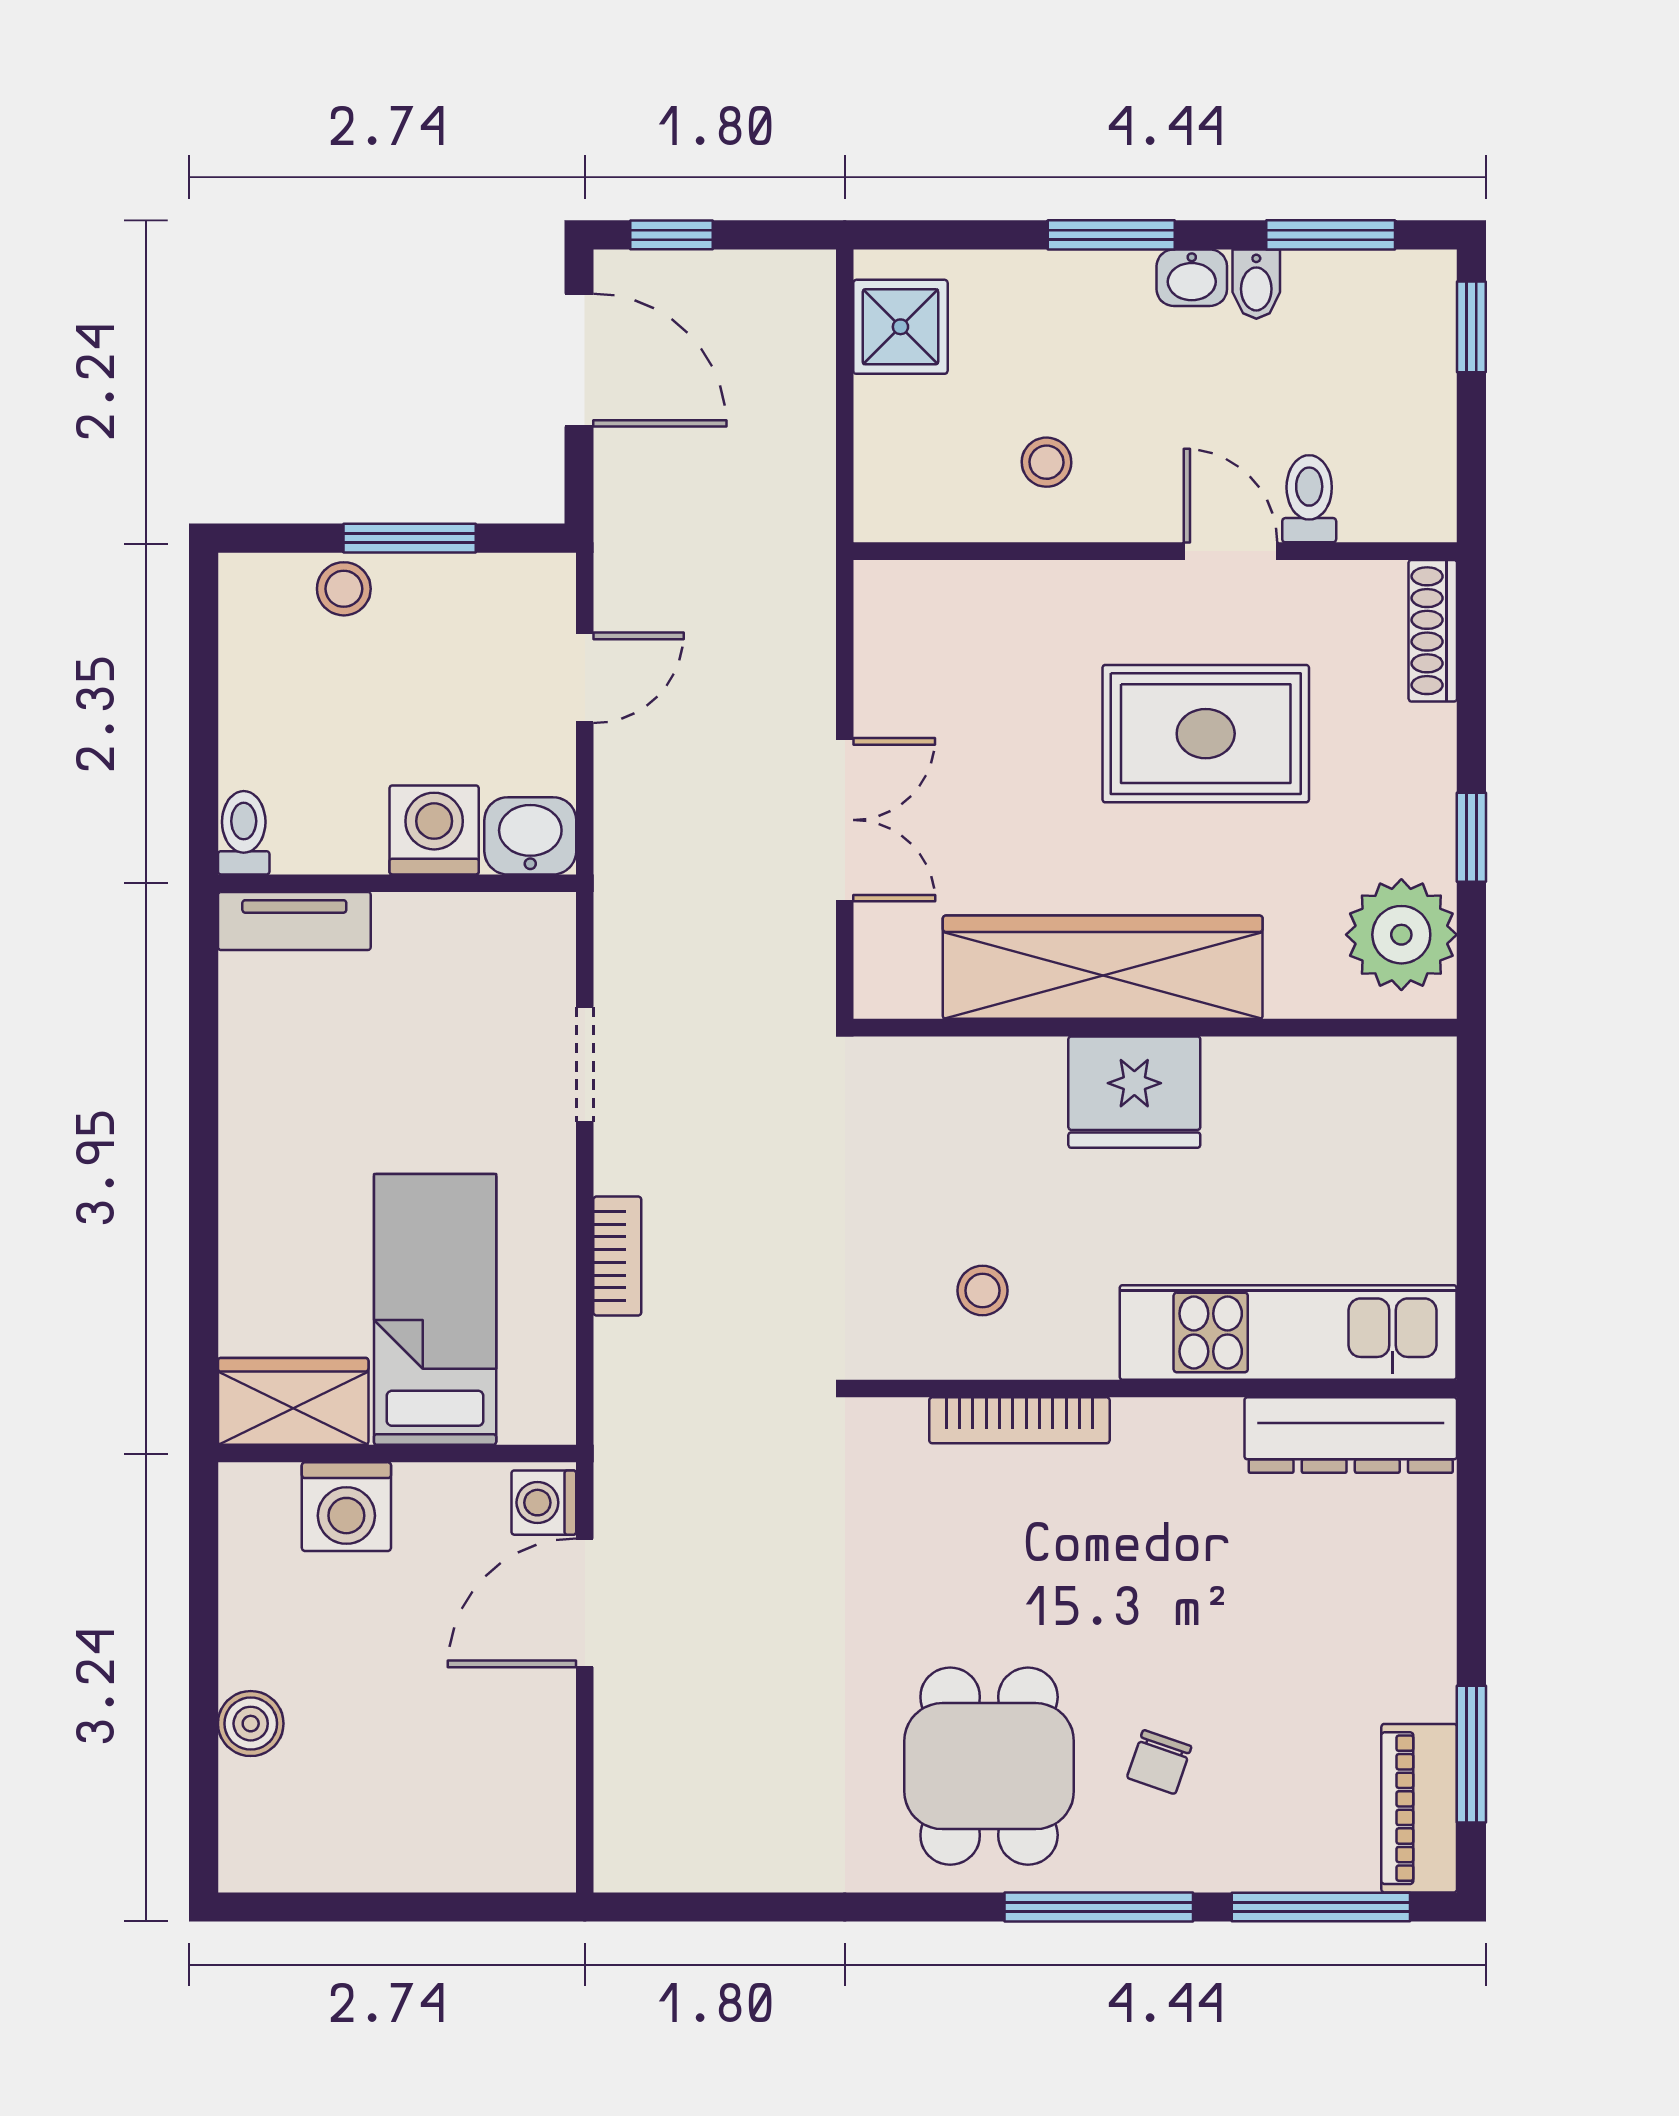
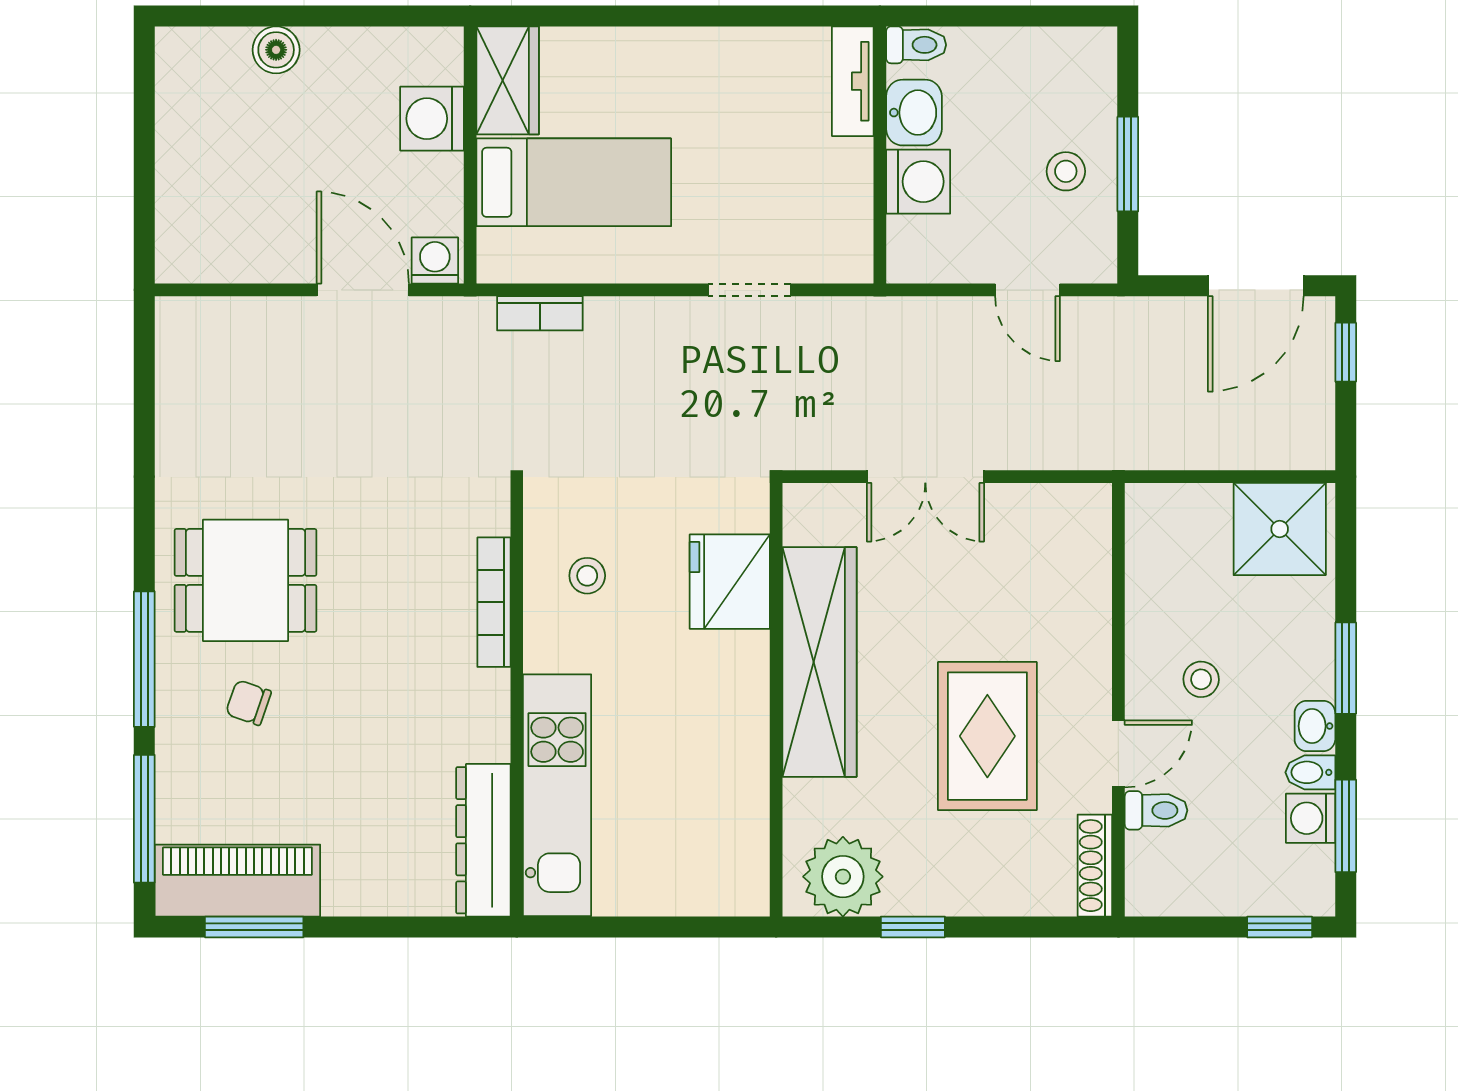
washing machine: (1320, 284) -> (1311, 818), added
shower: (900, 327) -> (1280, 529), width x1.36, depth x1.36
stool: (1046, 462) -> (1201, 679), moved
stool: (344, 589) -> (1066, 171), moved
shoe rack: (1433, 631) -> (1095, 866), moved, turned -90
washbasin: (530, 836) -> (914, 113), moved
fridge: (1134, 1092) -> (730, 582), moved
bookcase: (617, 1256) -> (540, 313), moved
piano: (1419, 1808) -> (237, 881), width x1.37, depth x1.33

